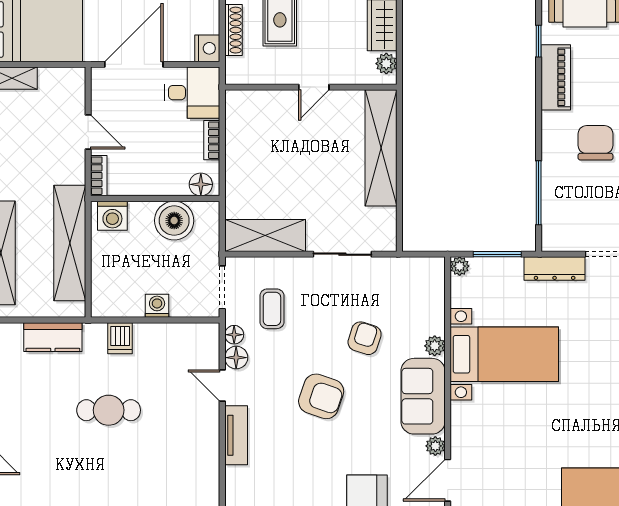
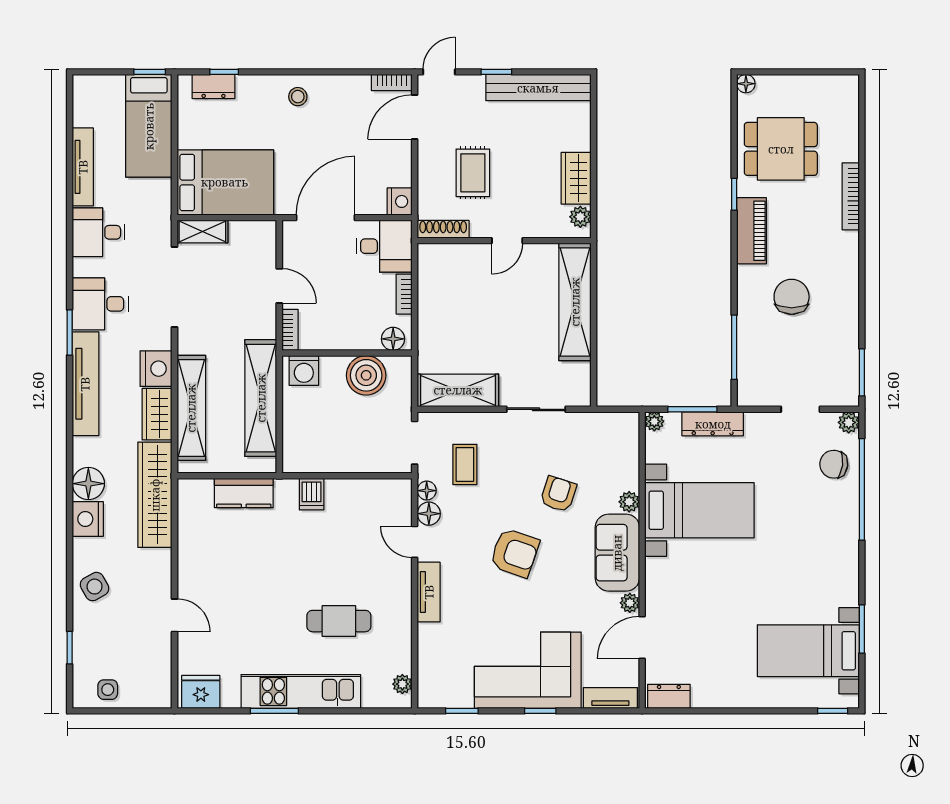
shoe rack: (233, 30) -> (443, 229), moved, turned -90
dresser: (555, 269) -> (713, 424), moved
washing machine: (157, 306) -> (349, 461), removed
cafe table: (109, 410) -> (339, 621), moved

